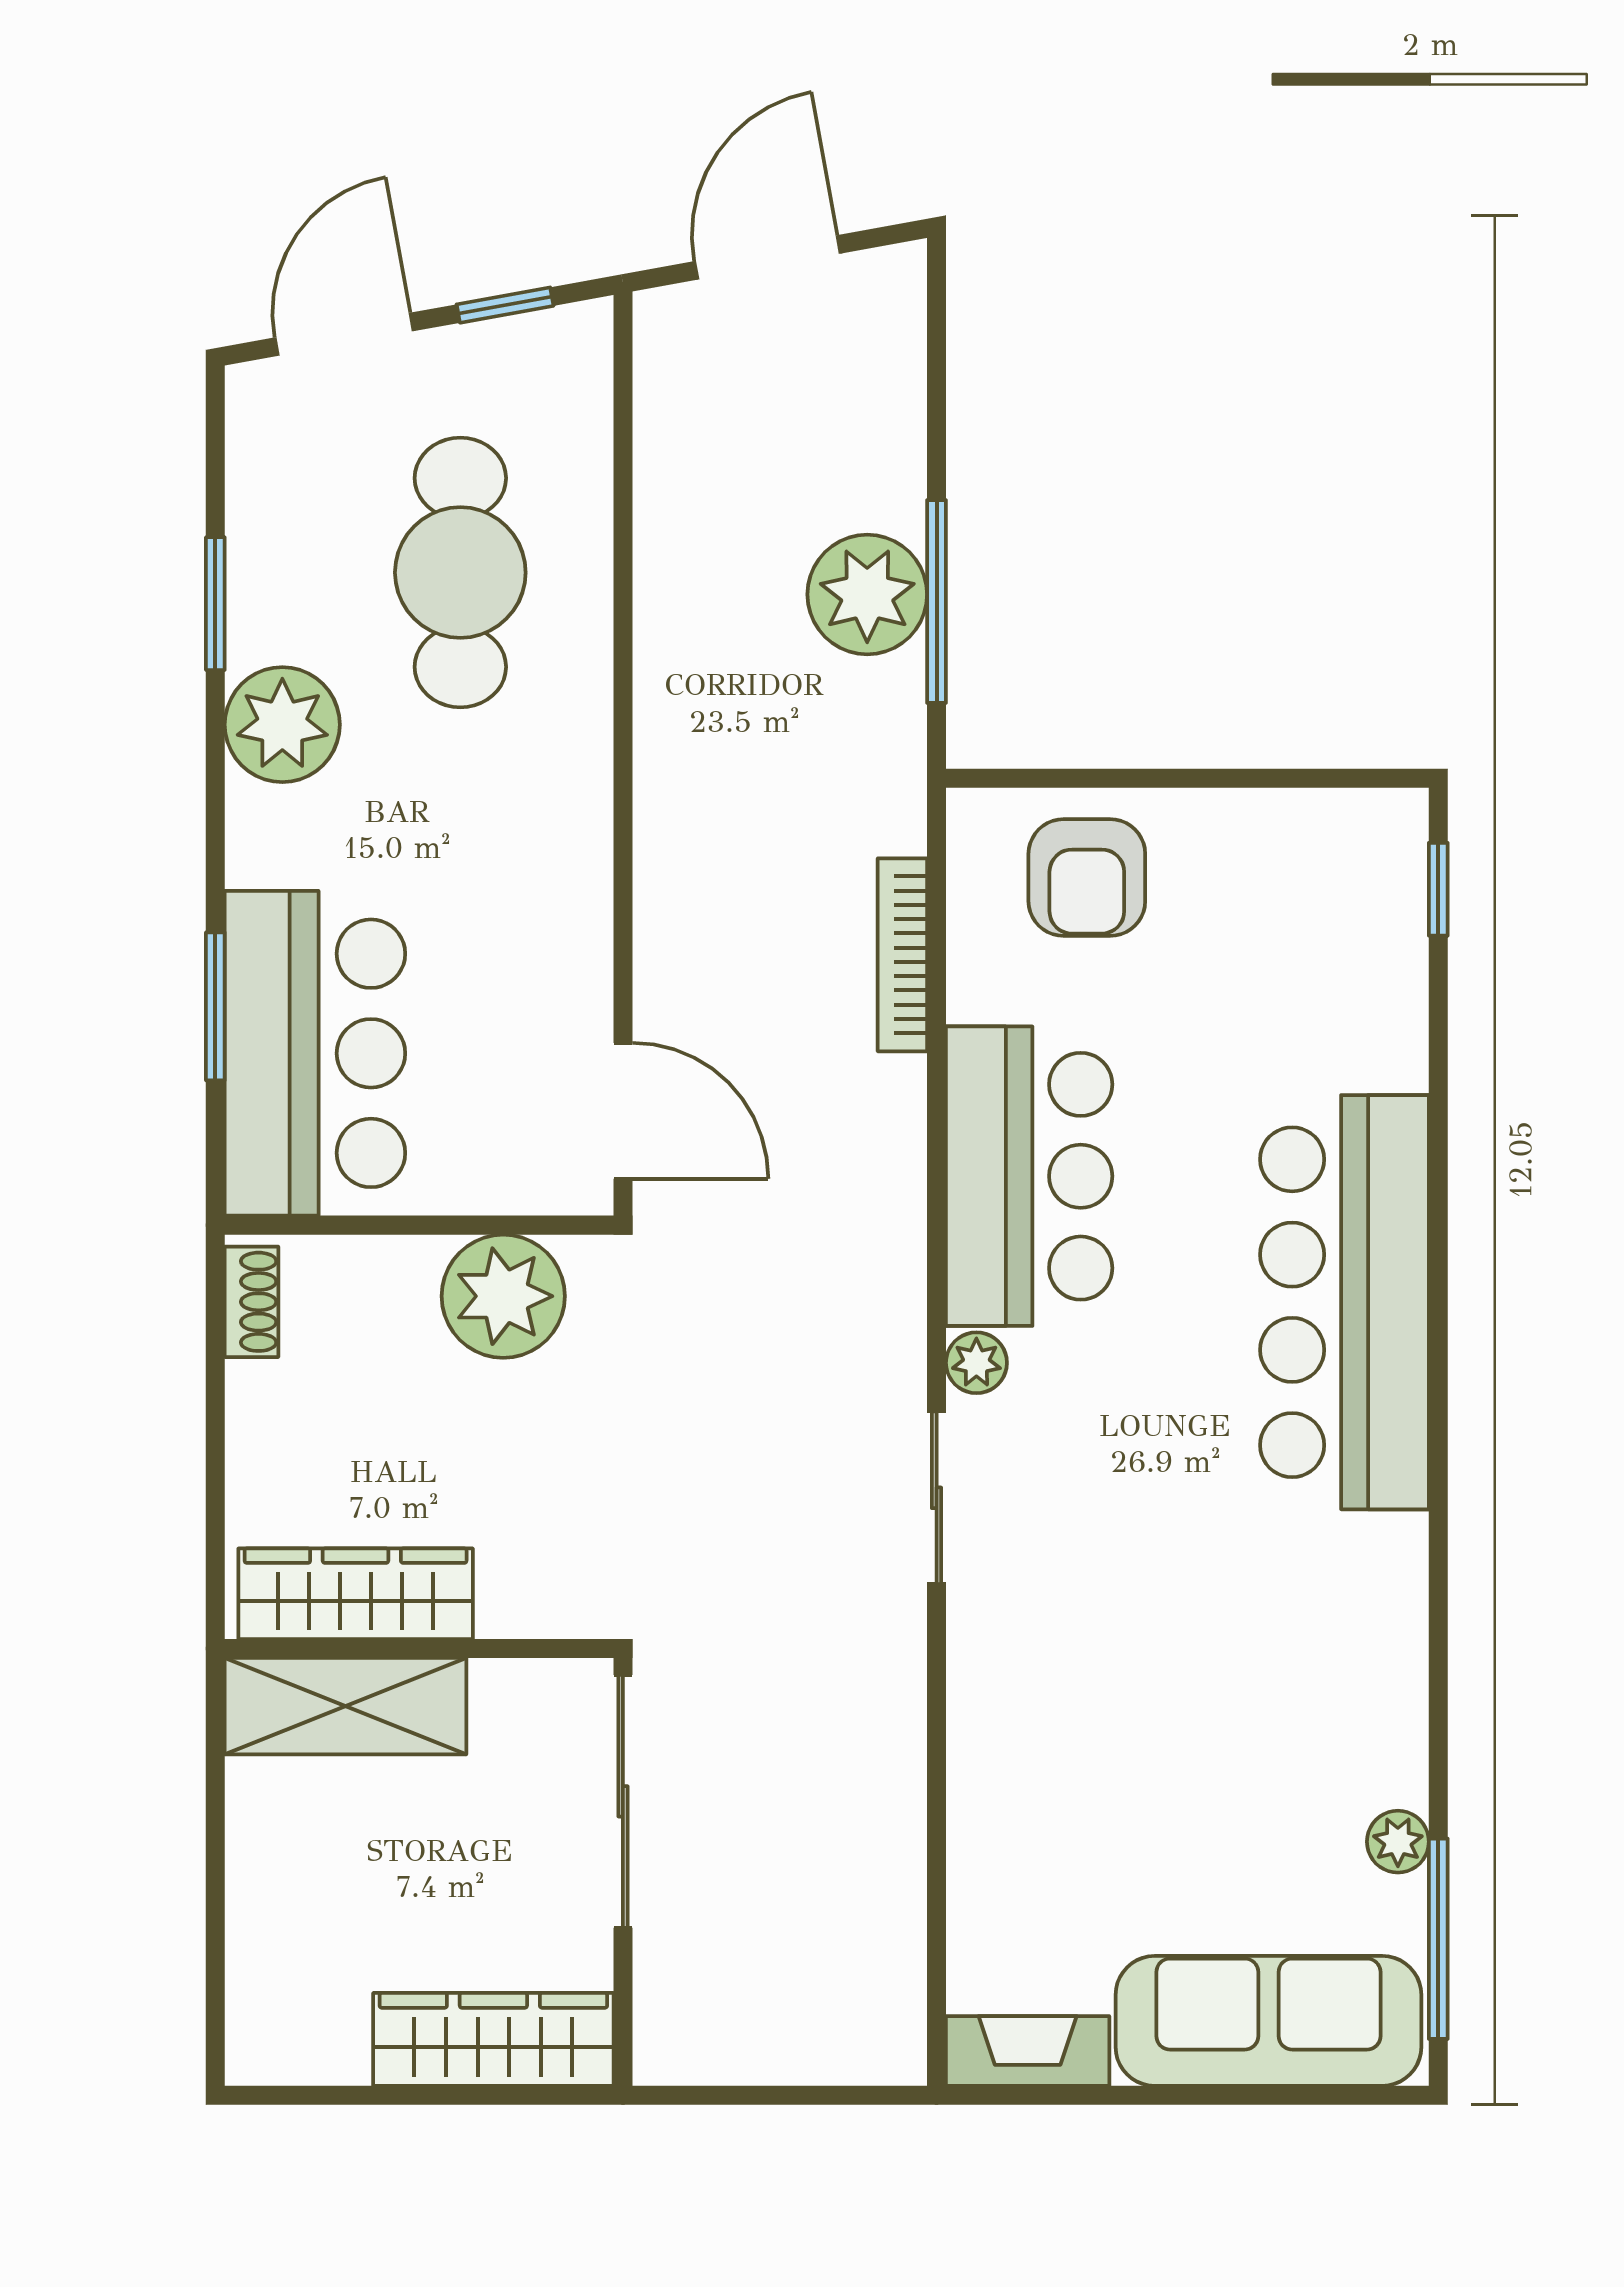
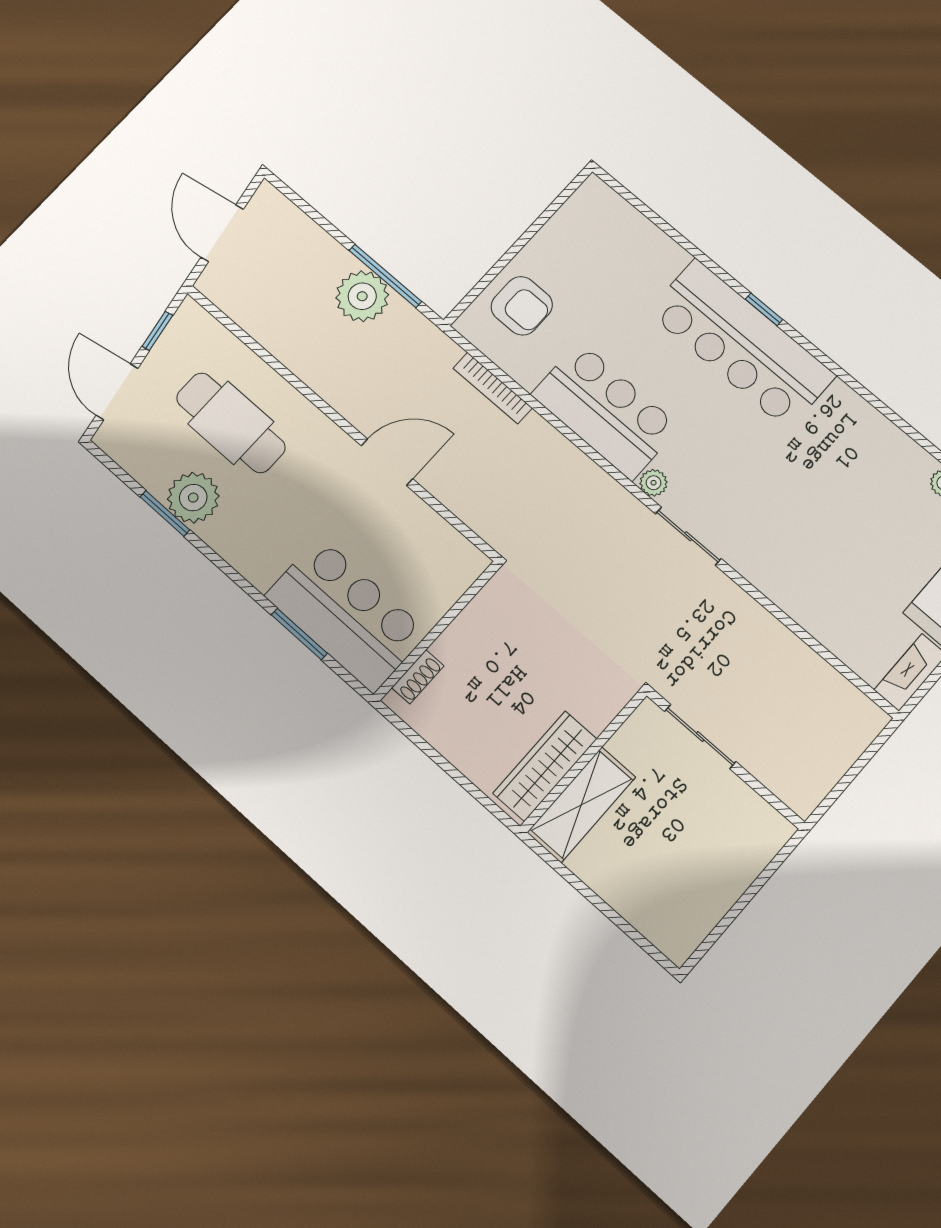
plant: (282, 725) -> (193, 498), moved
window: (1438, 889) -> (764, 309), moved
door: (623, 1111) -> (387, 462), moved
plant: (503, 1296) -> (487, 623), removed
shoe rack: (252, 1302) -> (418, 677), moved, turned 90
sliding door: (623, 1801) -> (700, 737), width x0.73
wardrobe: (493, 2039) -> (746, 857), removed

